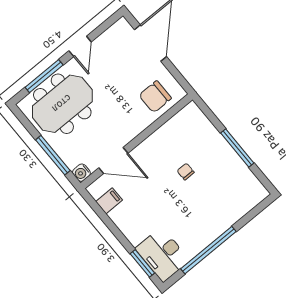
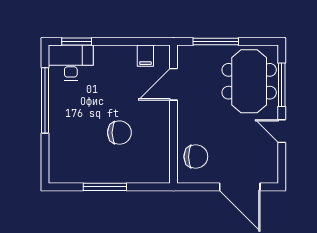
chair: (155, 97) -> (196, 157), turned 90
chair: (186, 172) -> (119, 133), width x1.87, depth x1.87
water cooler: (81, 173) -> (184, 52), removed

